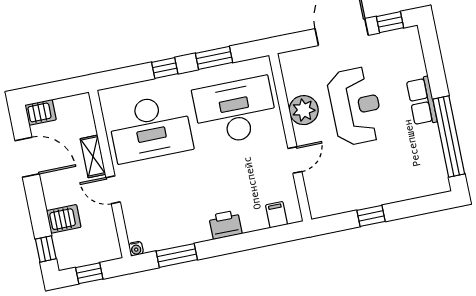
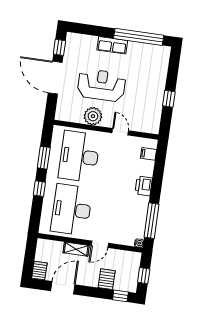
desk: (150, 128) -> (72, 210), turned 180
window: (177, 255) -> (152, 221), width x1.44

